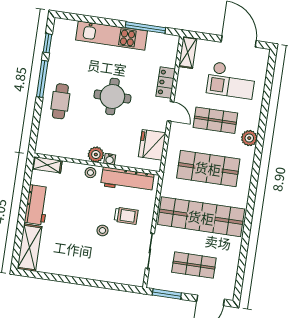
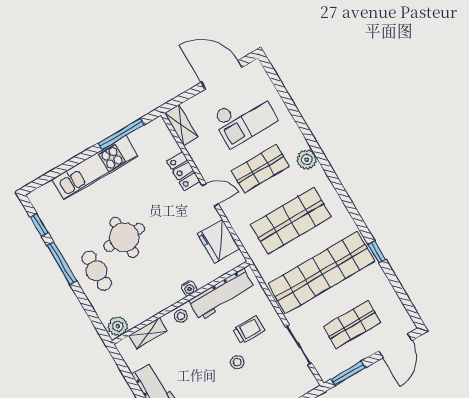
round table: (112, 97) -> (124, 237), moved
plant: (96, 154) -> (118, 326), moved
shelving: (47, 165) -> (148, 333), moved
window: (247, 232) -> (377, 252), added

